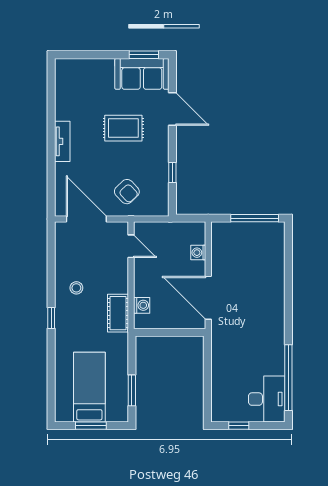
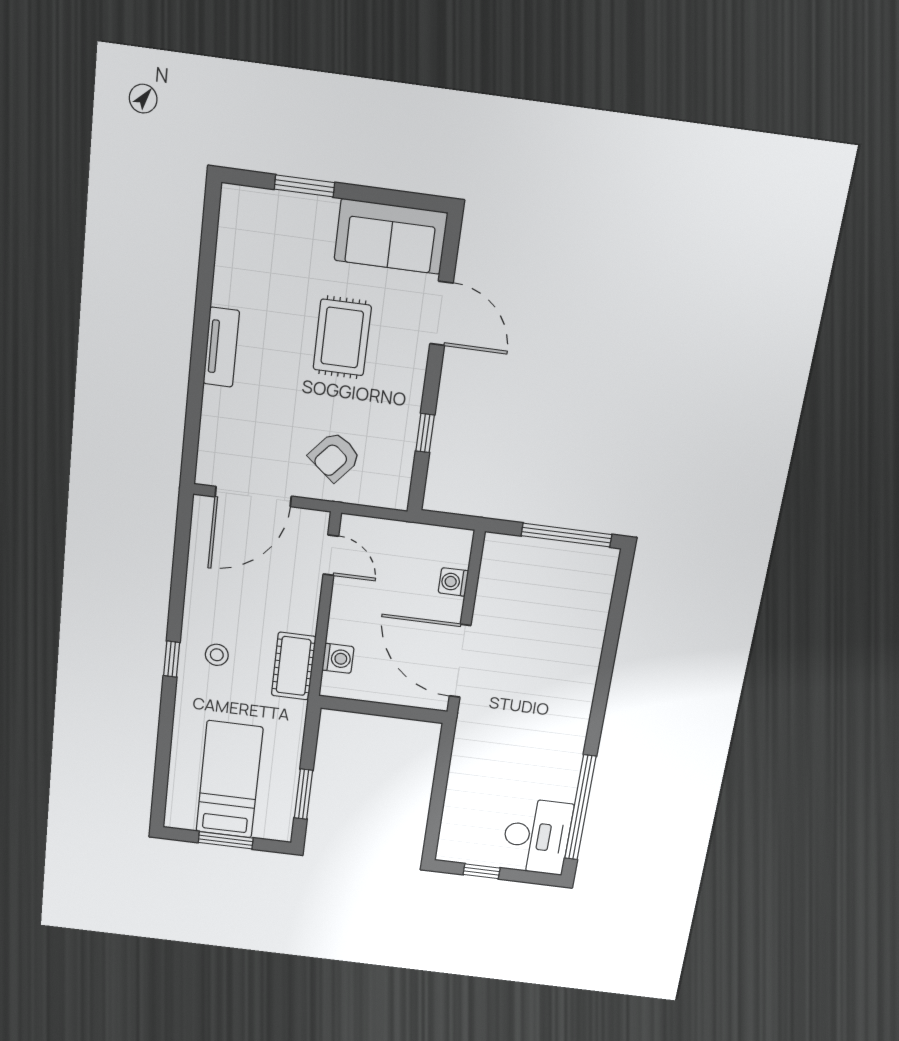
window: (144, 55) -> (304, 186), moved
rug: (123, 128) -> (342, 338), turned 90
armchair: (127, 192) -> (335, 457), turned 84
door: (86, 219) -> (253, 497), swing flipped
stool: (76, 288) -> (217, 655), moved

